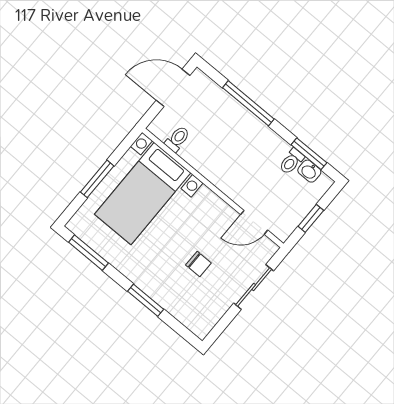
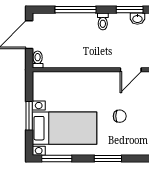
toilet: (177, 139) -> (38, 60), moved
toilet: (291, 161) -> (103, 21), moved
bed with nightstands: (143, 194) -> (64, 128), moved, turned -90

